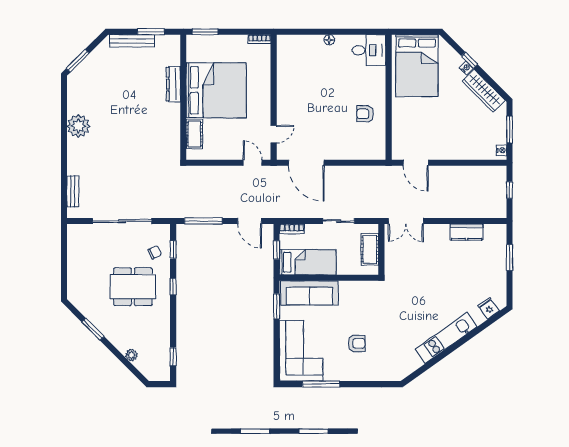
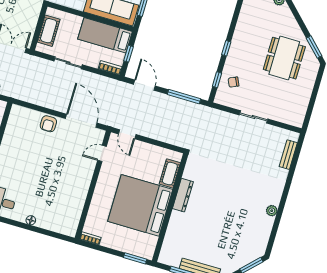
dresser: (173, 84) -> (183, 195), moved
armchair: (365, 114) -> (48, 124), moved, turned 90
plant: (78, 126) -> (272, 211), width x0.53, depth x0.53
sliding door: (122, 221) -> (253, 117), width x0.54
dining table: (133, 287) -> (284, 58), moved, turned 90
window: (93, 329) -> (314, 47), moved

